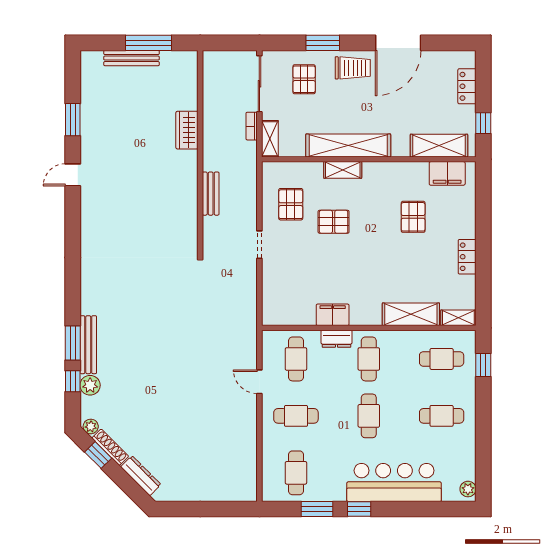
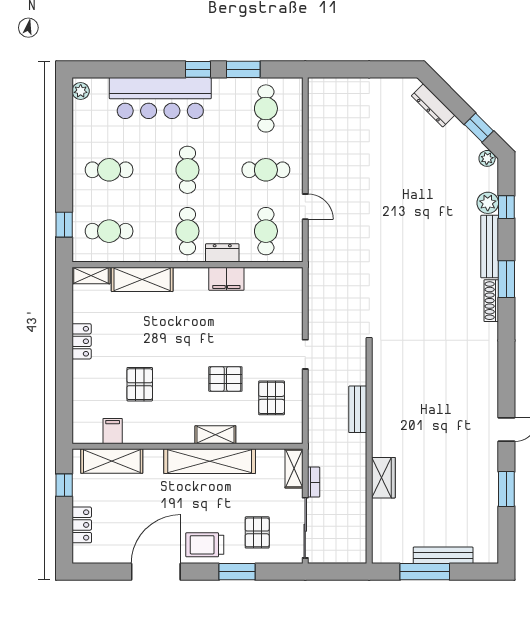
filing cabinet: (447, 173) -> (113, 431), width x0.50
window: (73, 343) -> (506, 279), moved
shoe rack: (110, 447) -> (491, 301), moved, turned 45

